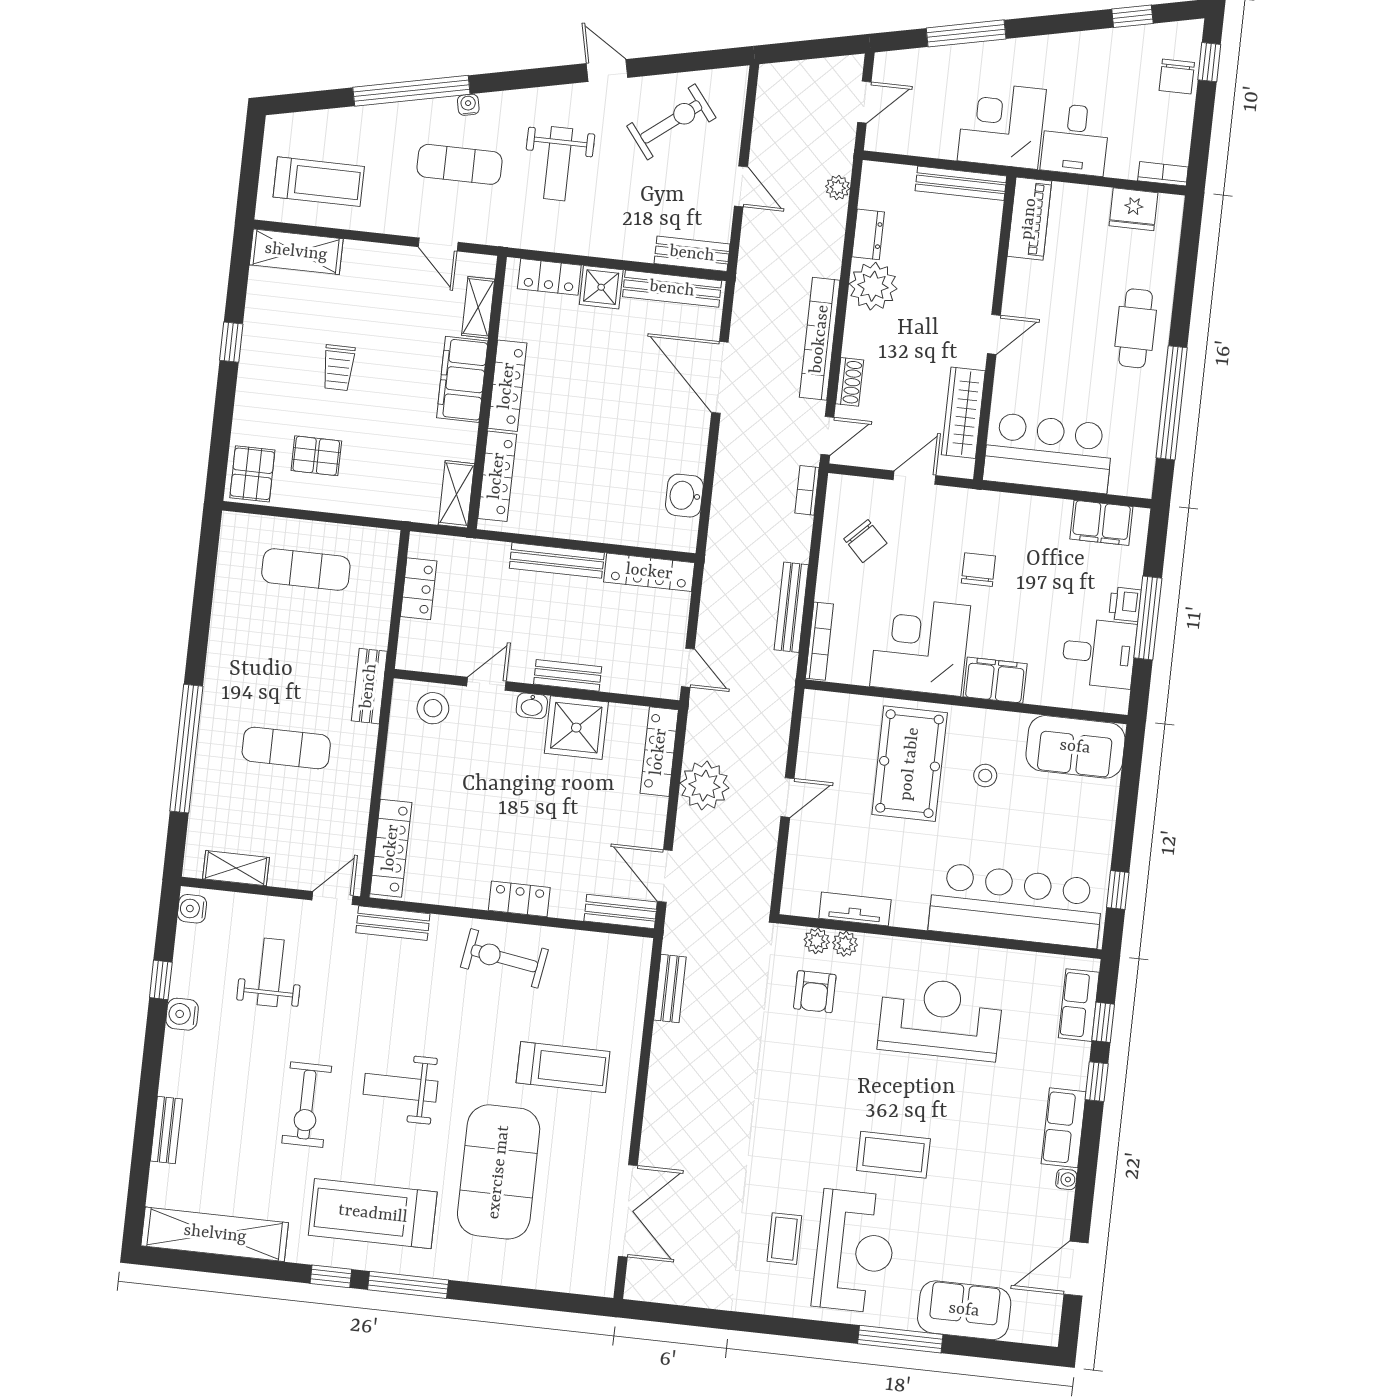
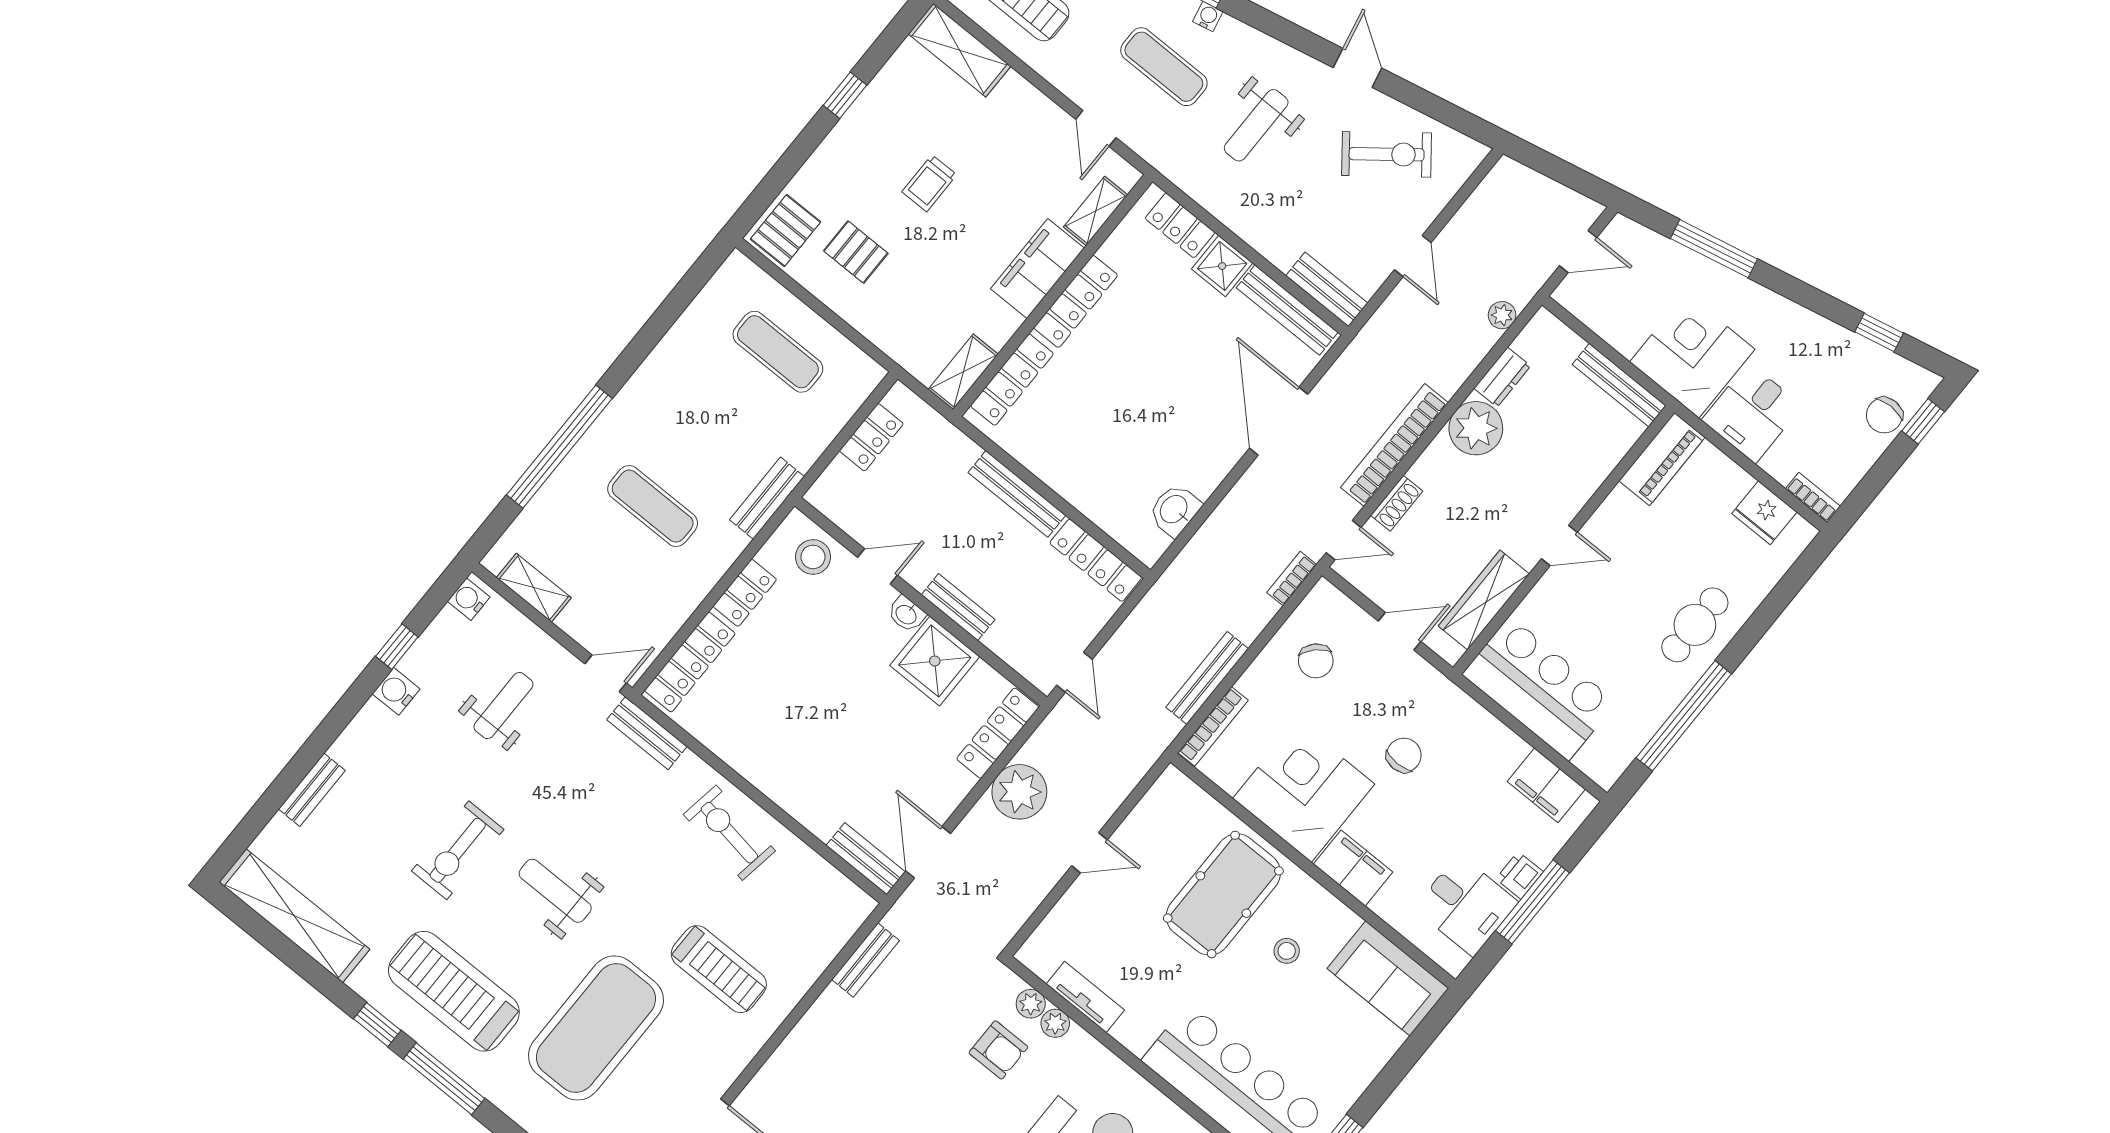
locker: (519, 899) -> (745, 593), moved, turned 90
armchair: (815, 992) -> (998, 1050), turned -90

